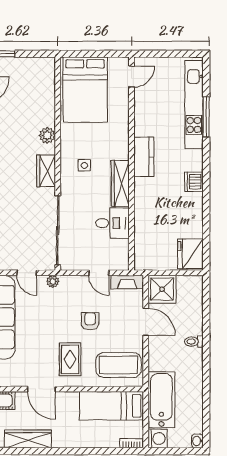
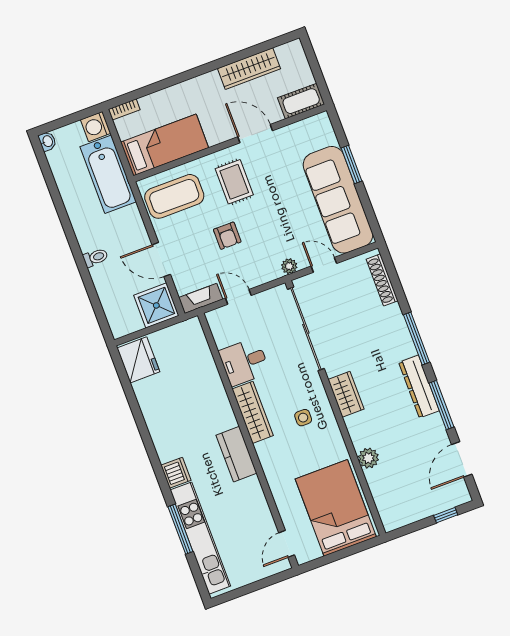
plant: (47, 135) -> (368, 458), moved
dishwasher: (194, 182) -> (176, 473), moved

